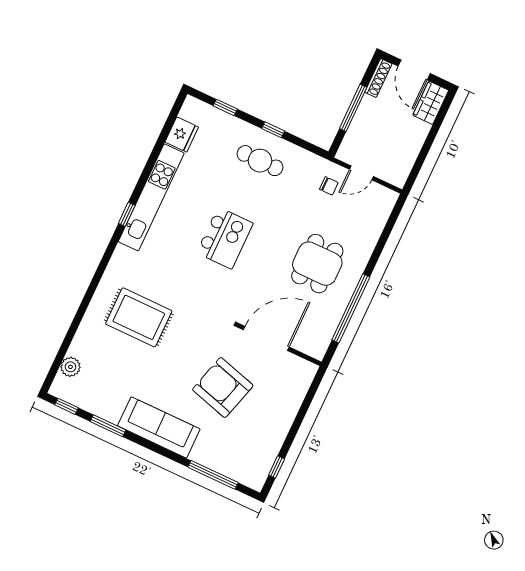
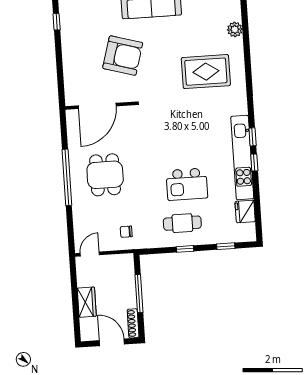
wardrobe: (431, 103) -> (87, 302), moved
door: (361, 173) -> (90, 254), moved
window: (141, 184) -> (254, 163), added
kitchen island: (225, 238) -> (187, 184), moved, turned -90
window: (351, 308) -> (67, 177), moved
door: (266, 338) -> (97, 106), moved
plant: (70, 367) -> (235, 29), moved

